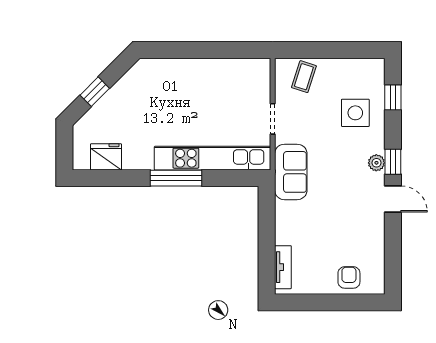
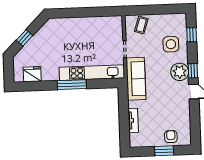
plant: (376, 163) -> (180, 72), width x1.88, depth x1.88
sofa: (291, 172) -> (136, 79), width x1.36
tv unit: (283, 267) -> (133, 120), moved
window: (336, 302) -> (164, 151), added

